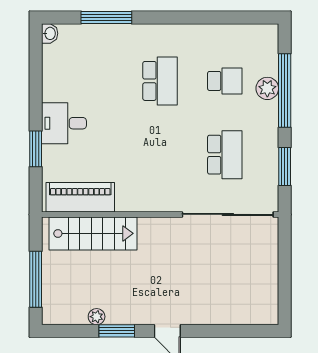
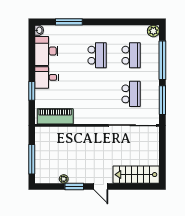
desk: (64, 73) -> (46, 51), added
school desk: (225, 81) -> (131, 55), width x1.85
plant: (267, 88) -> (153, 31), moved
window: (285, 167) -> (162, 100), width x1.44
stairs: (93, 233) -> (136, 175), moved, turned 180

